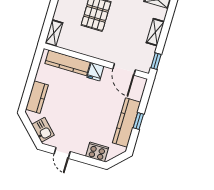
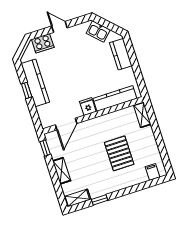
door: (124, 69) -> (66, 124), swing flipped
door: (62, 153) -> (59, 27), moved

